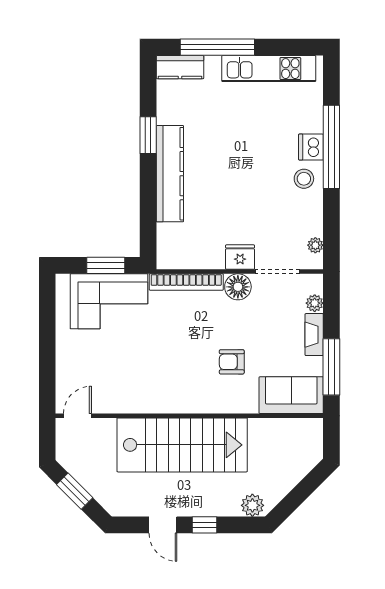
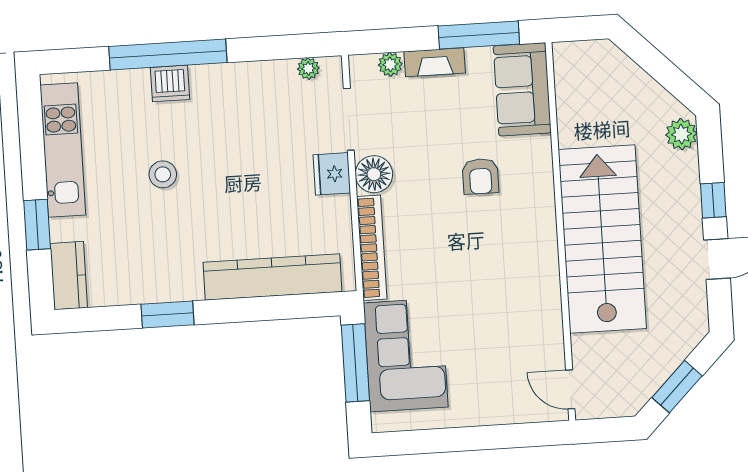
window: (217, 47) -> (37, 225), width x0.47
kitchen counter: (170, 174) -> (273, 277), moved
stool: (304, 179) -> (163, 174), moved
window: (106, 265) -> (355, 363), width x1.44

